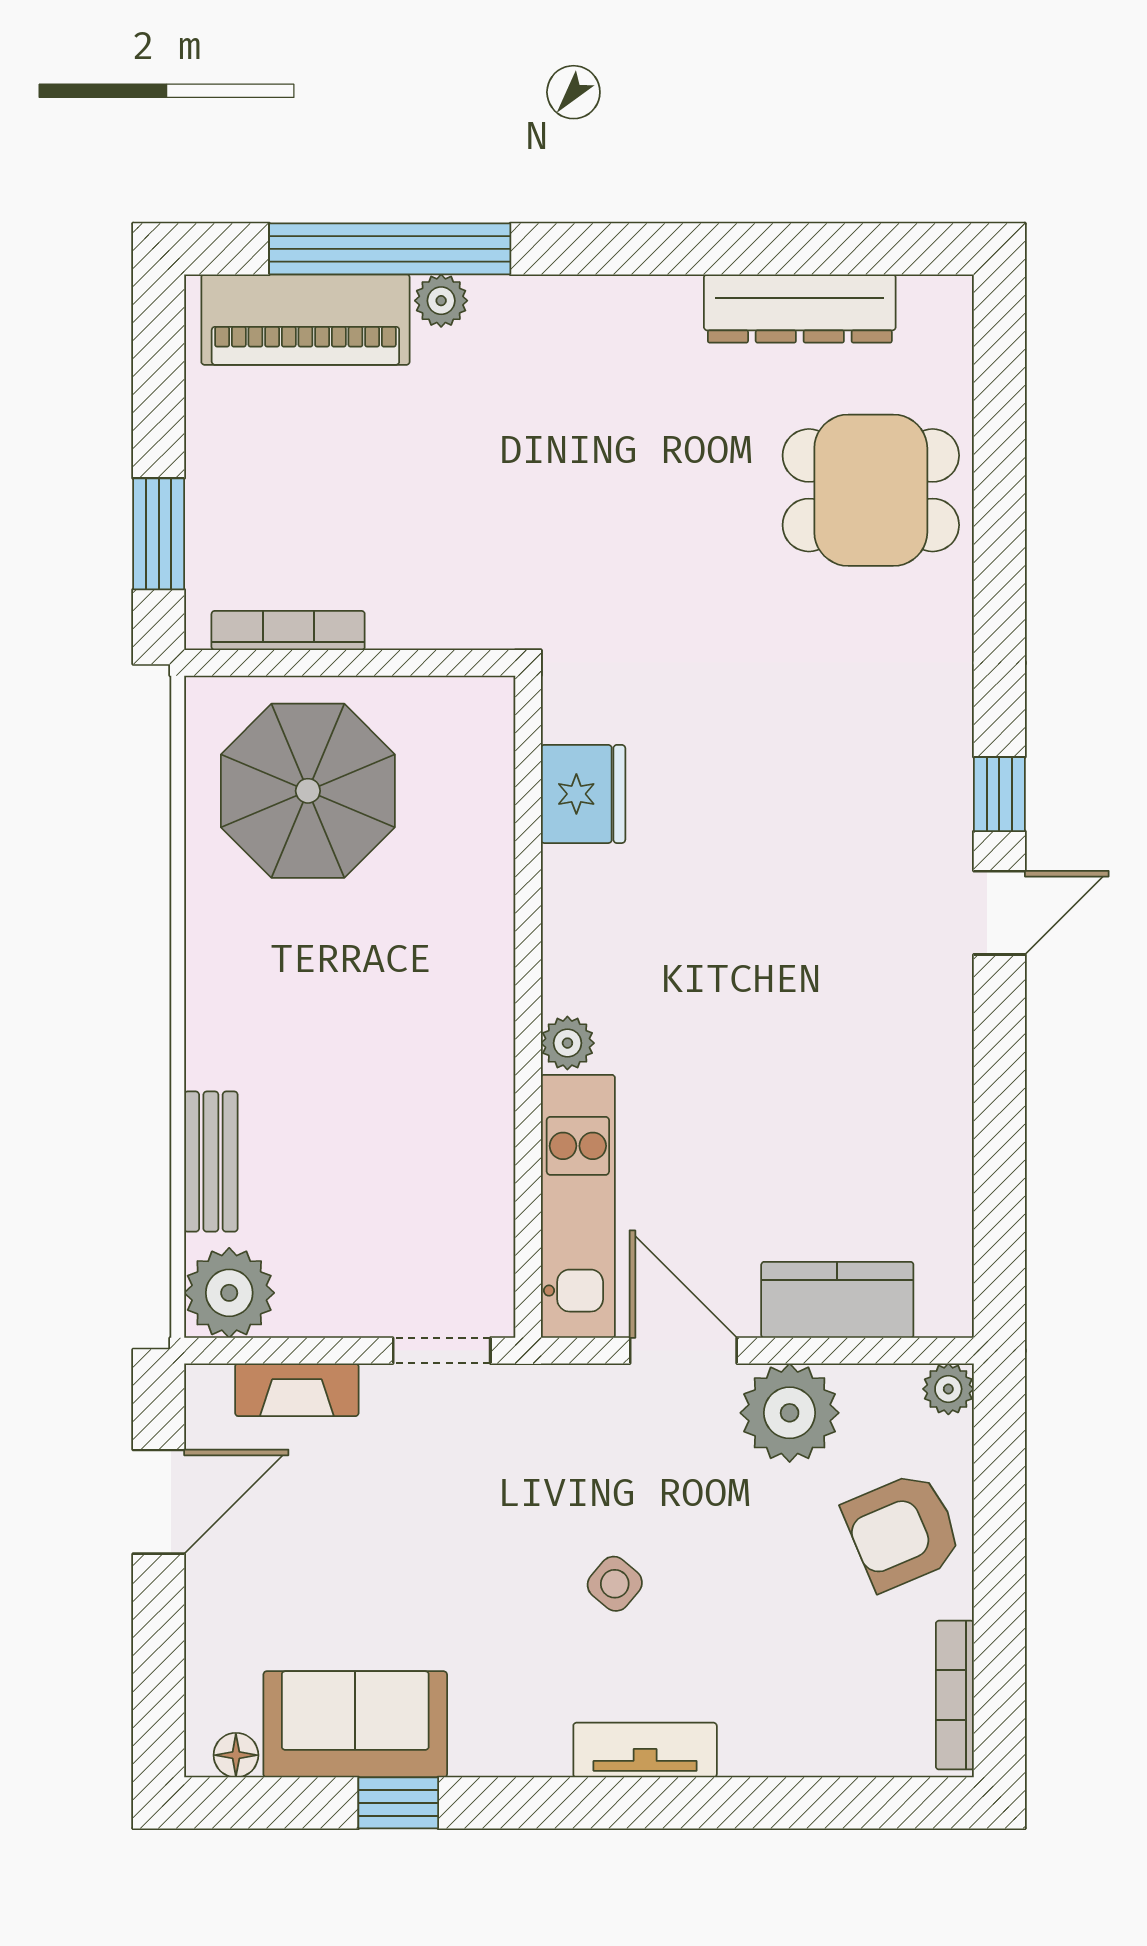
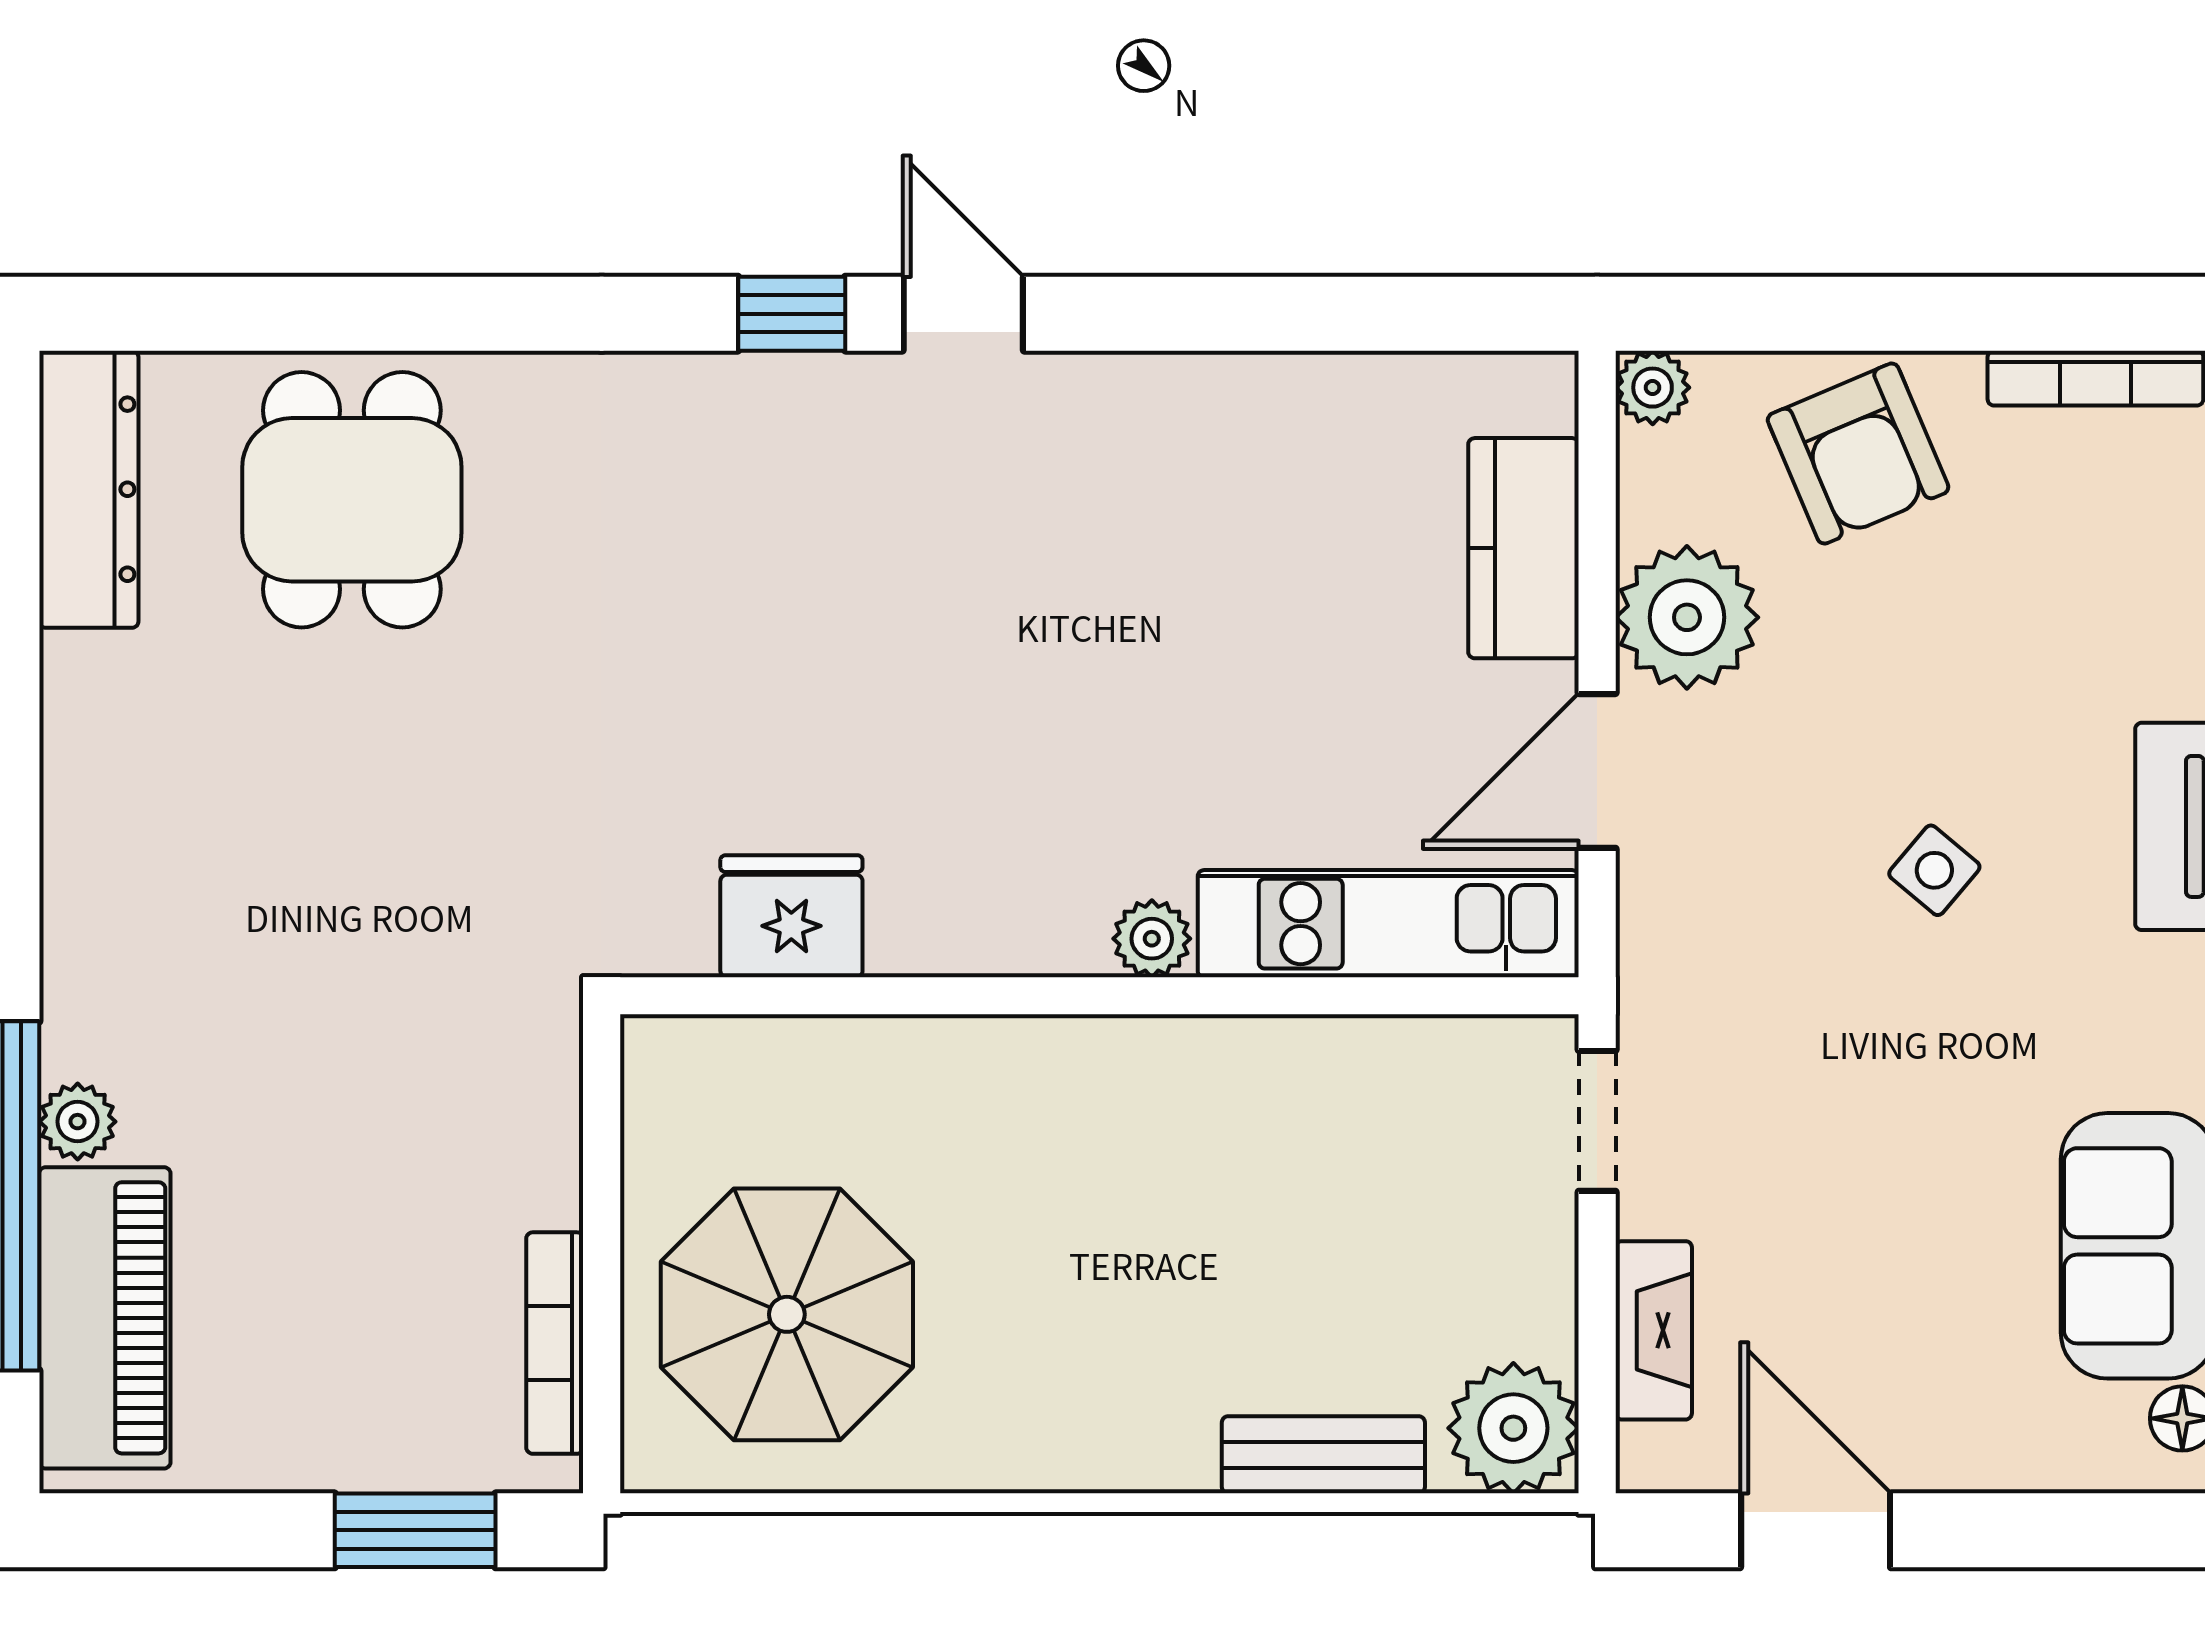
dresser: (800, 308) -> (89, 489), moved

